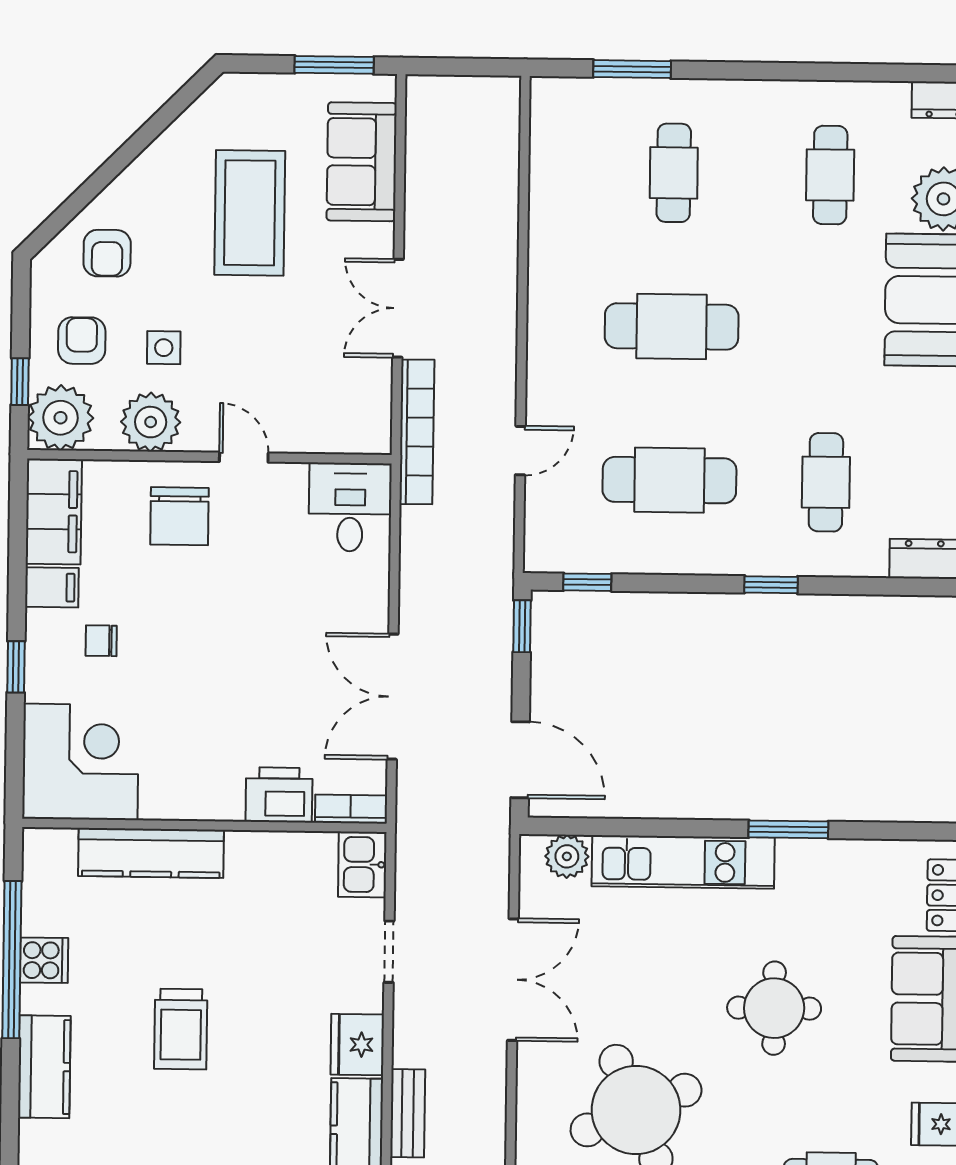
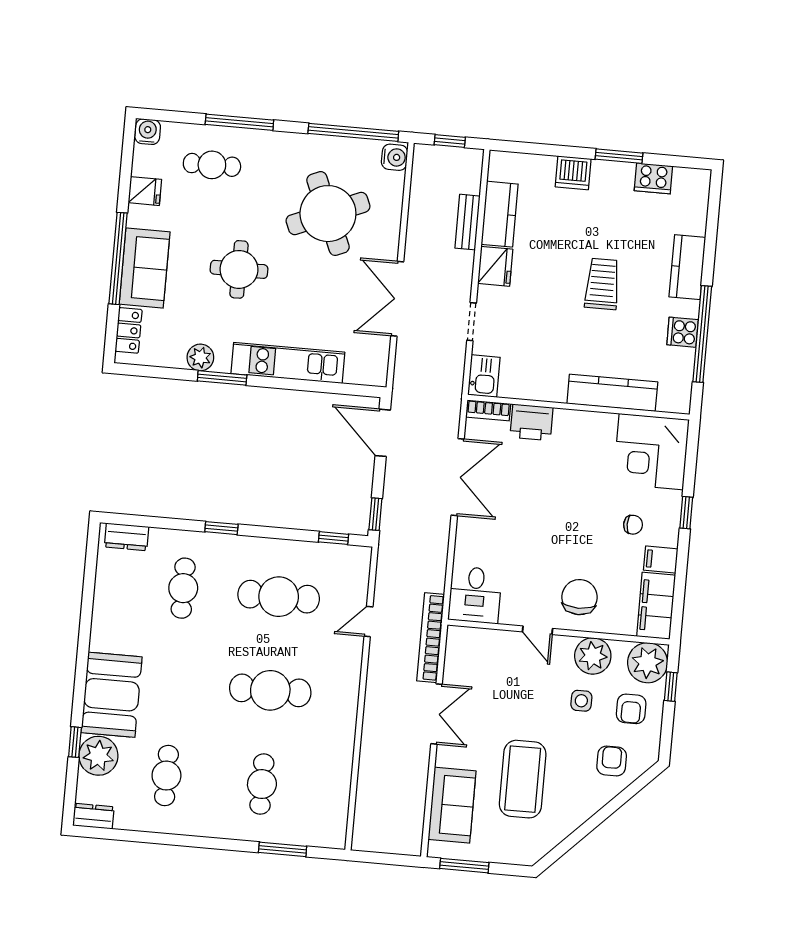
plant: (567, 856) -> (200, 357), moved

